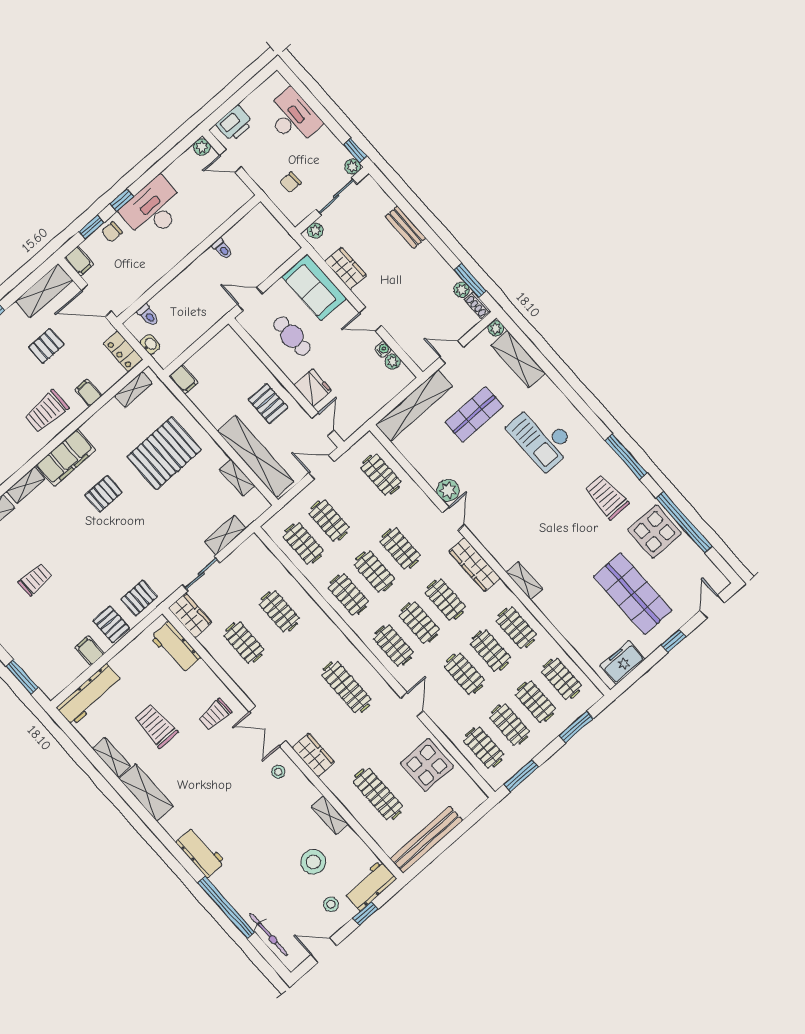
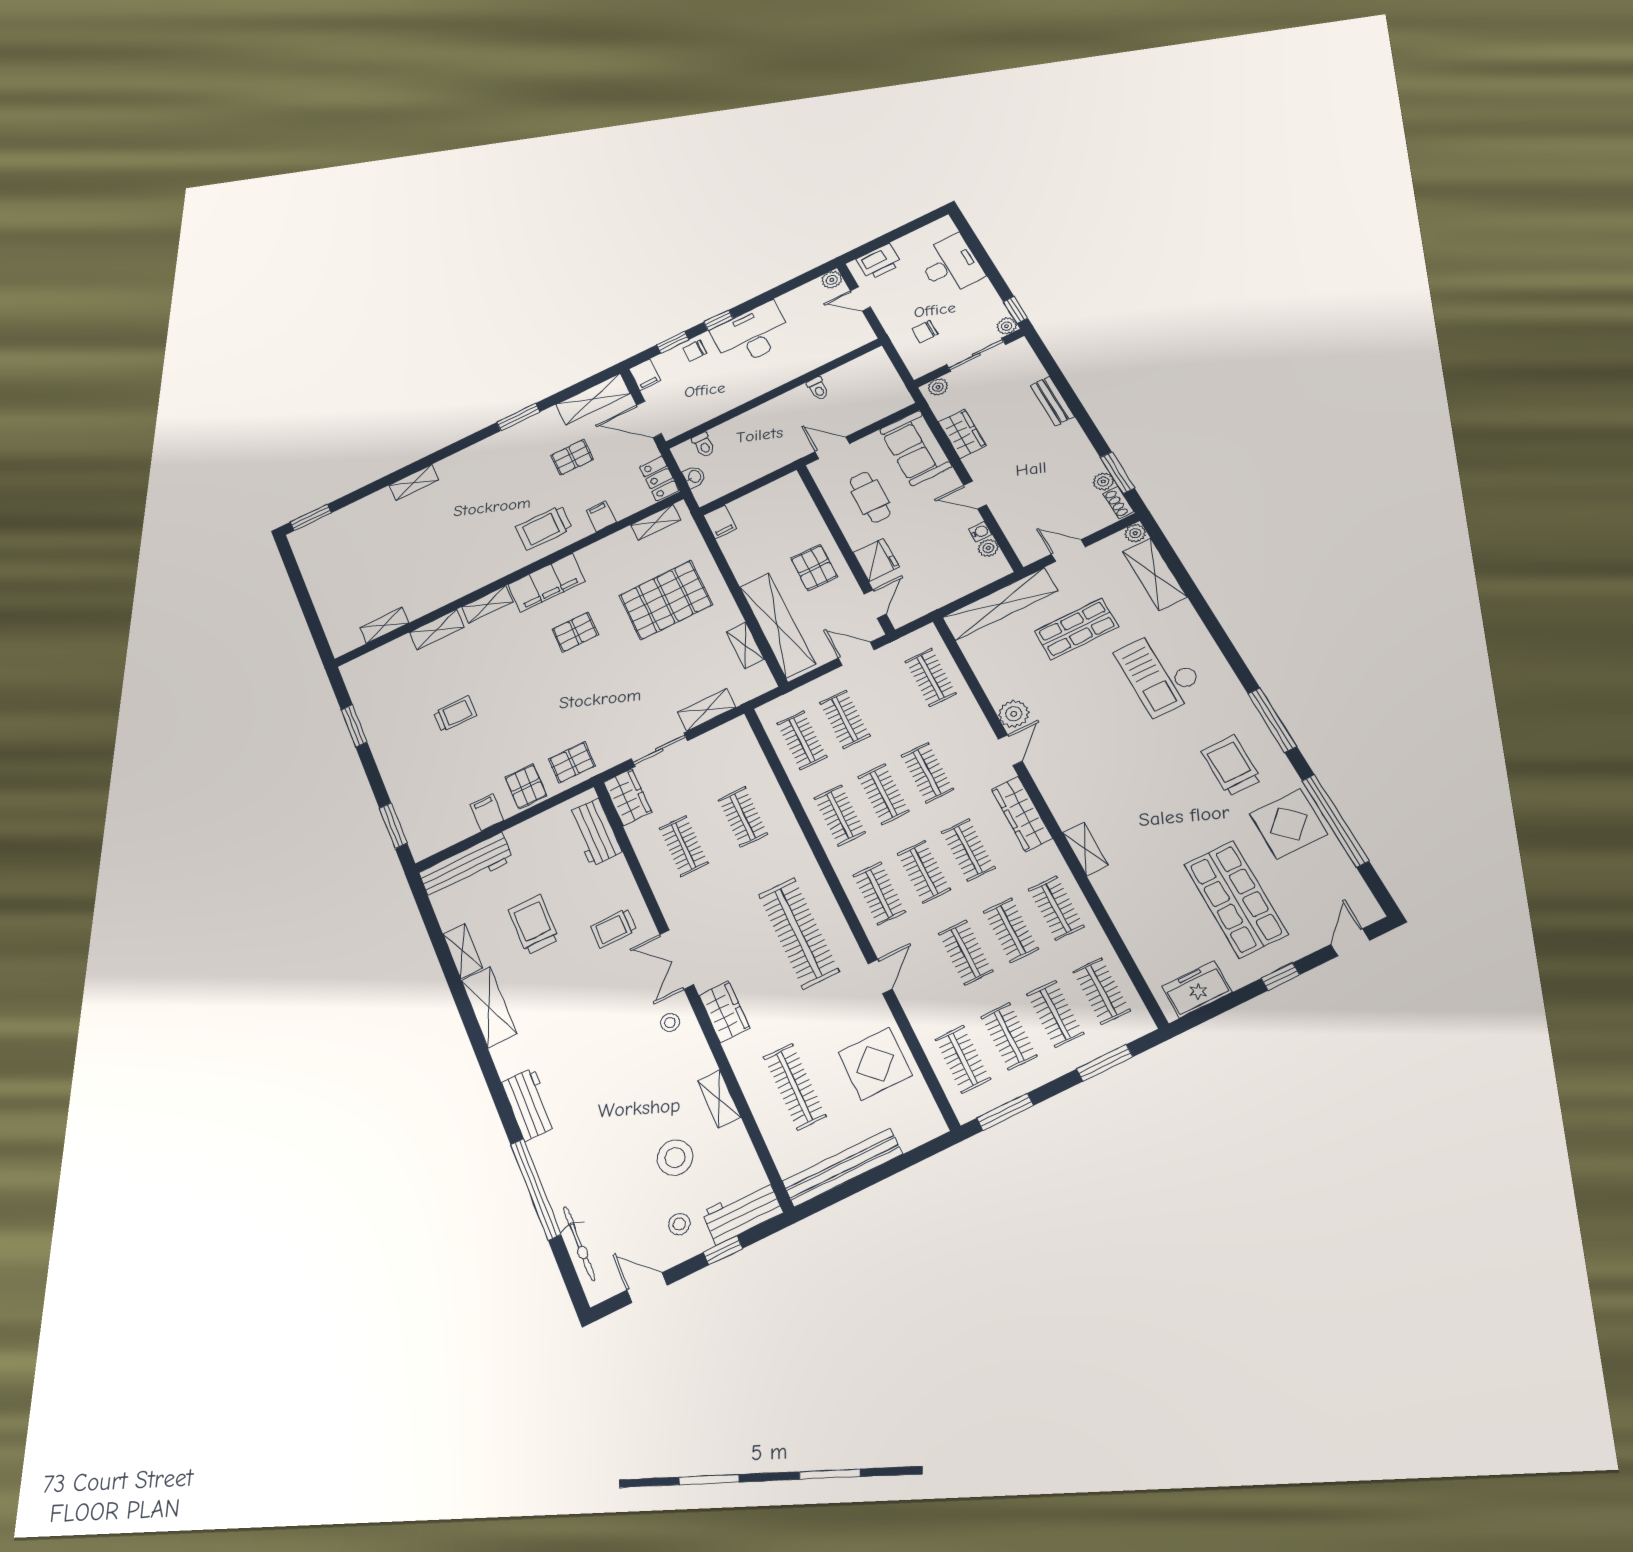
clothes rail: (346, 687) -> (798, 933), width x1.37, depth x1.31

